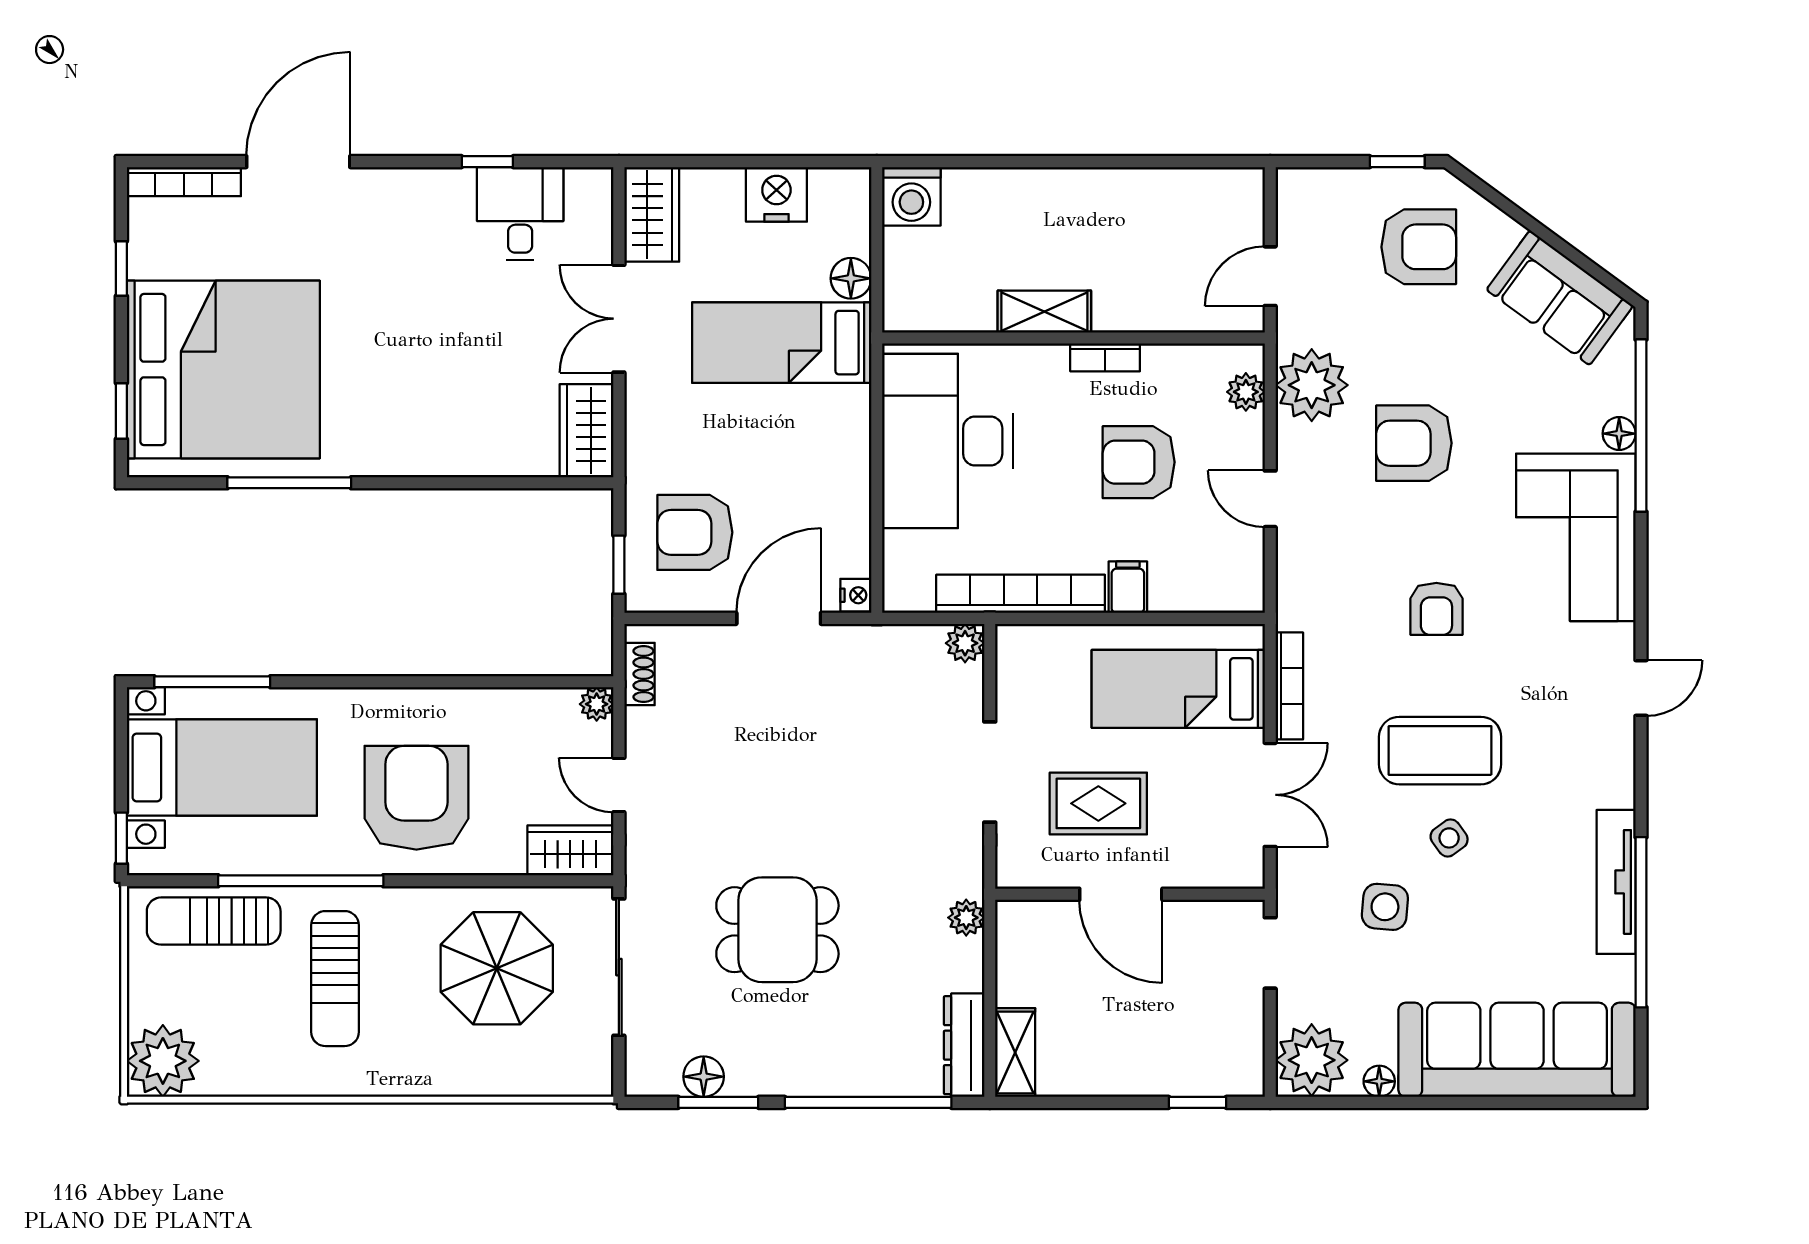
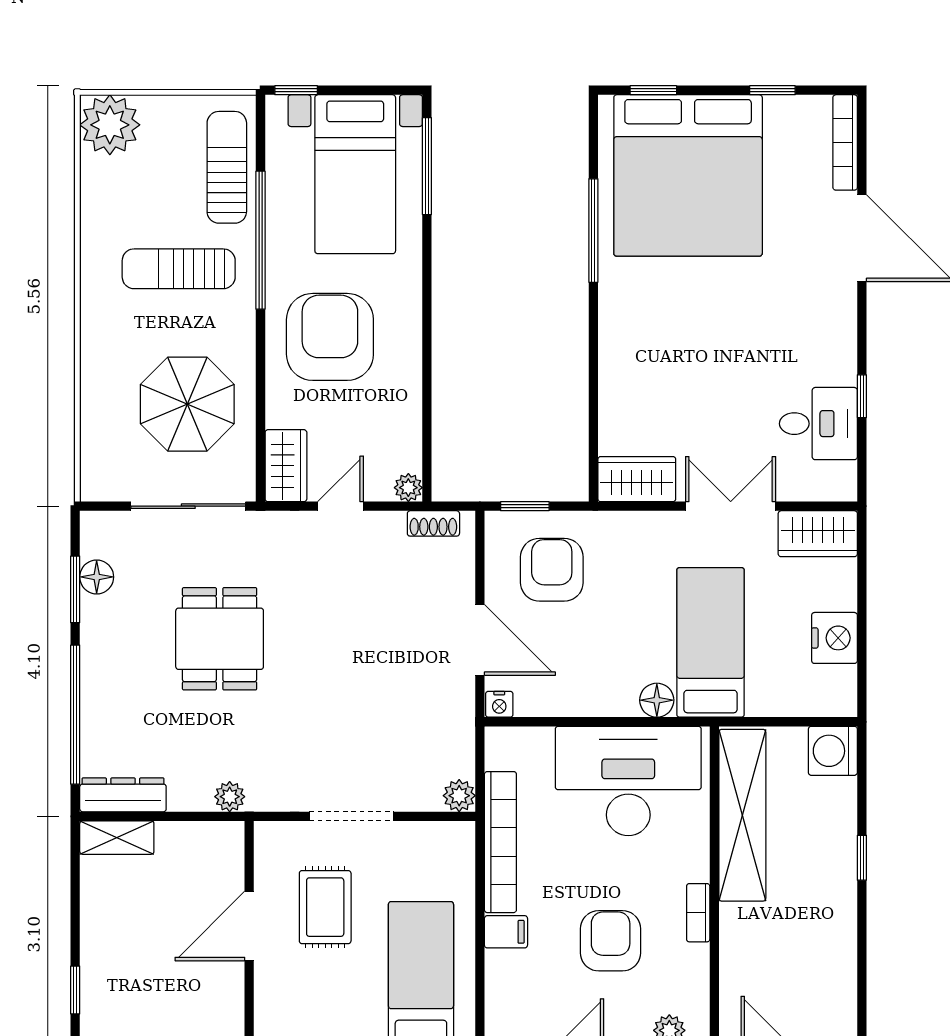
window: (1039, 162) -> (862, 858), added
floor lamp: (851, 278) -> (657, 700), moved
shelving: (1044, 312) -> (742, 815), width x2.20, depth x1.33
armchair: (416, 798) -> (330, 337), turned -90

